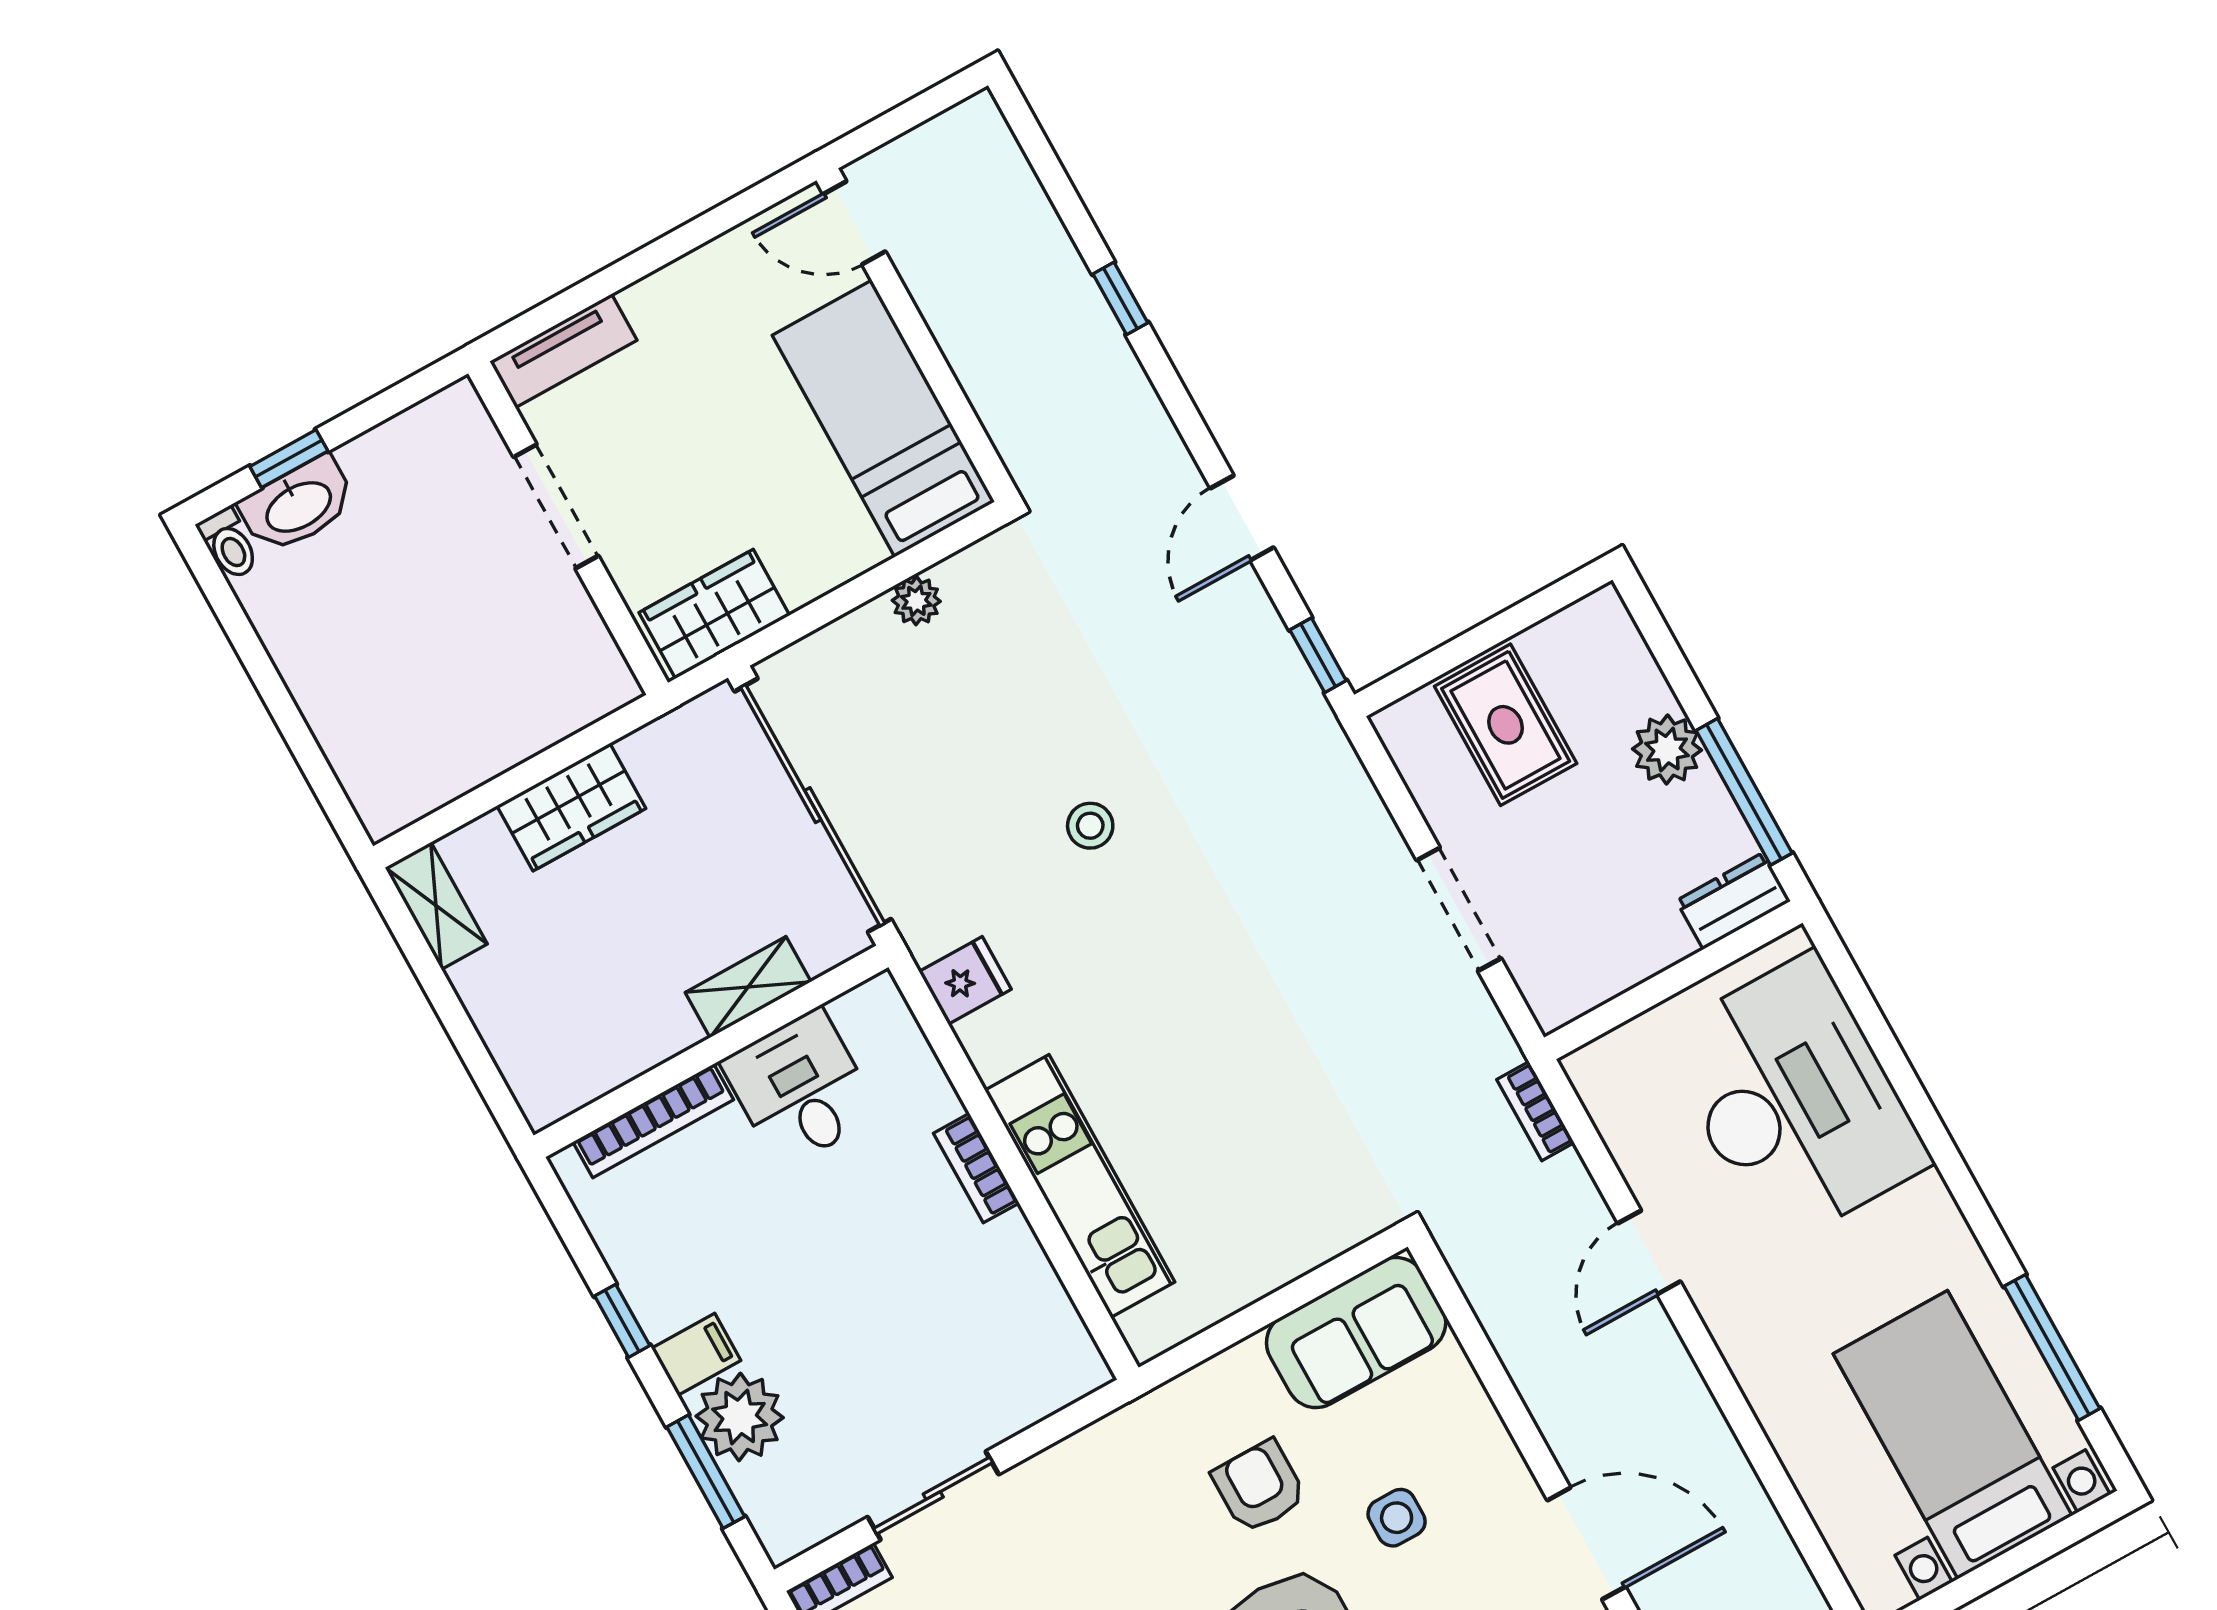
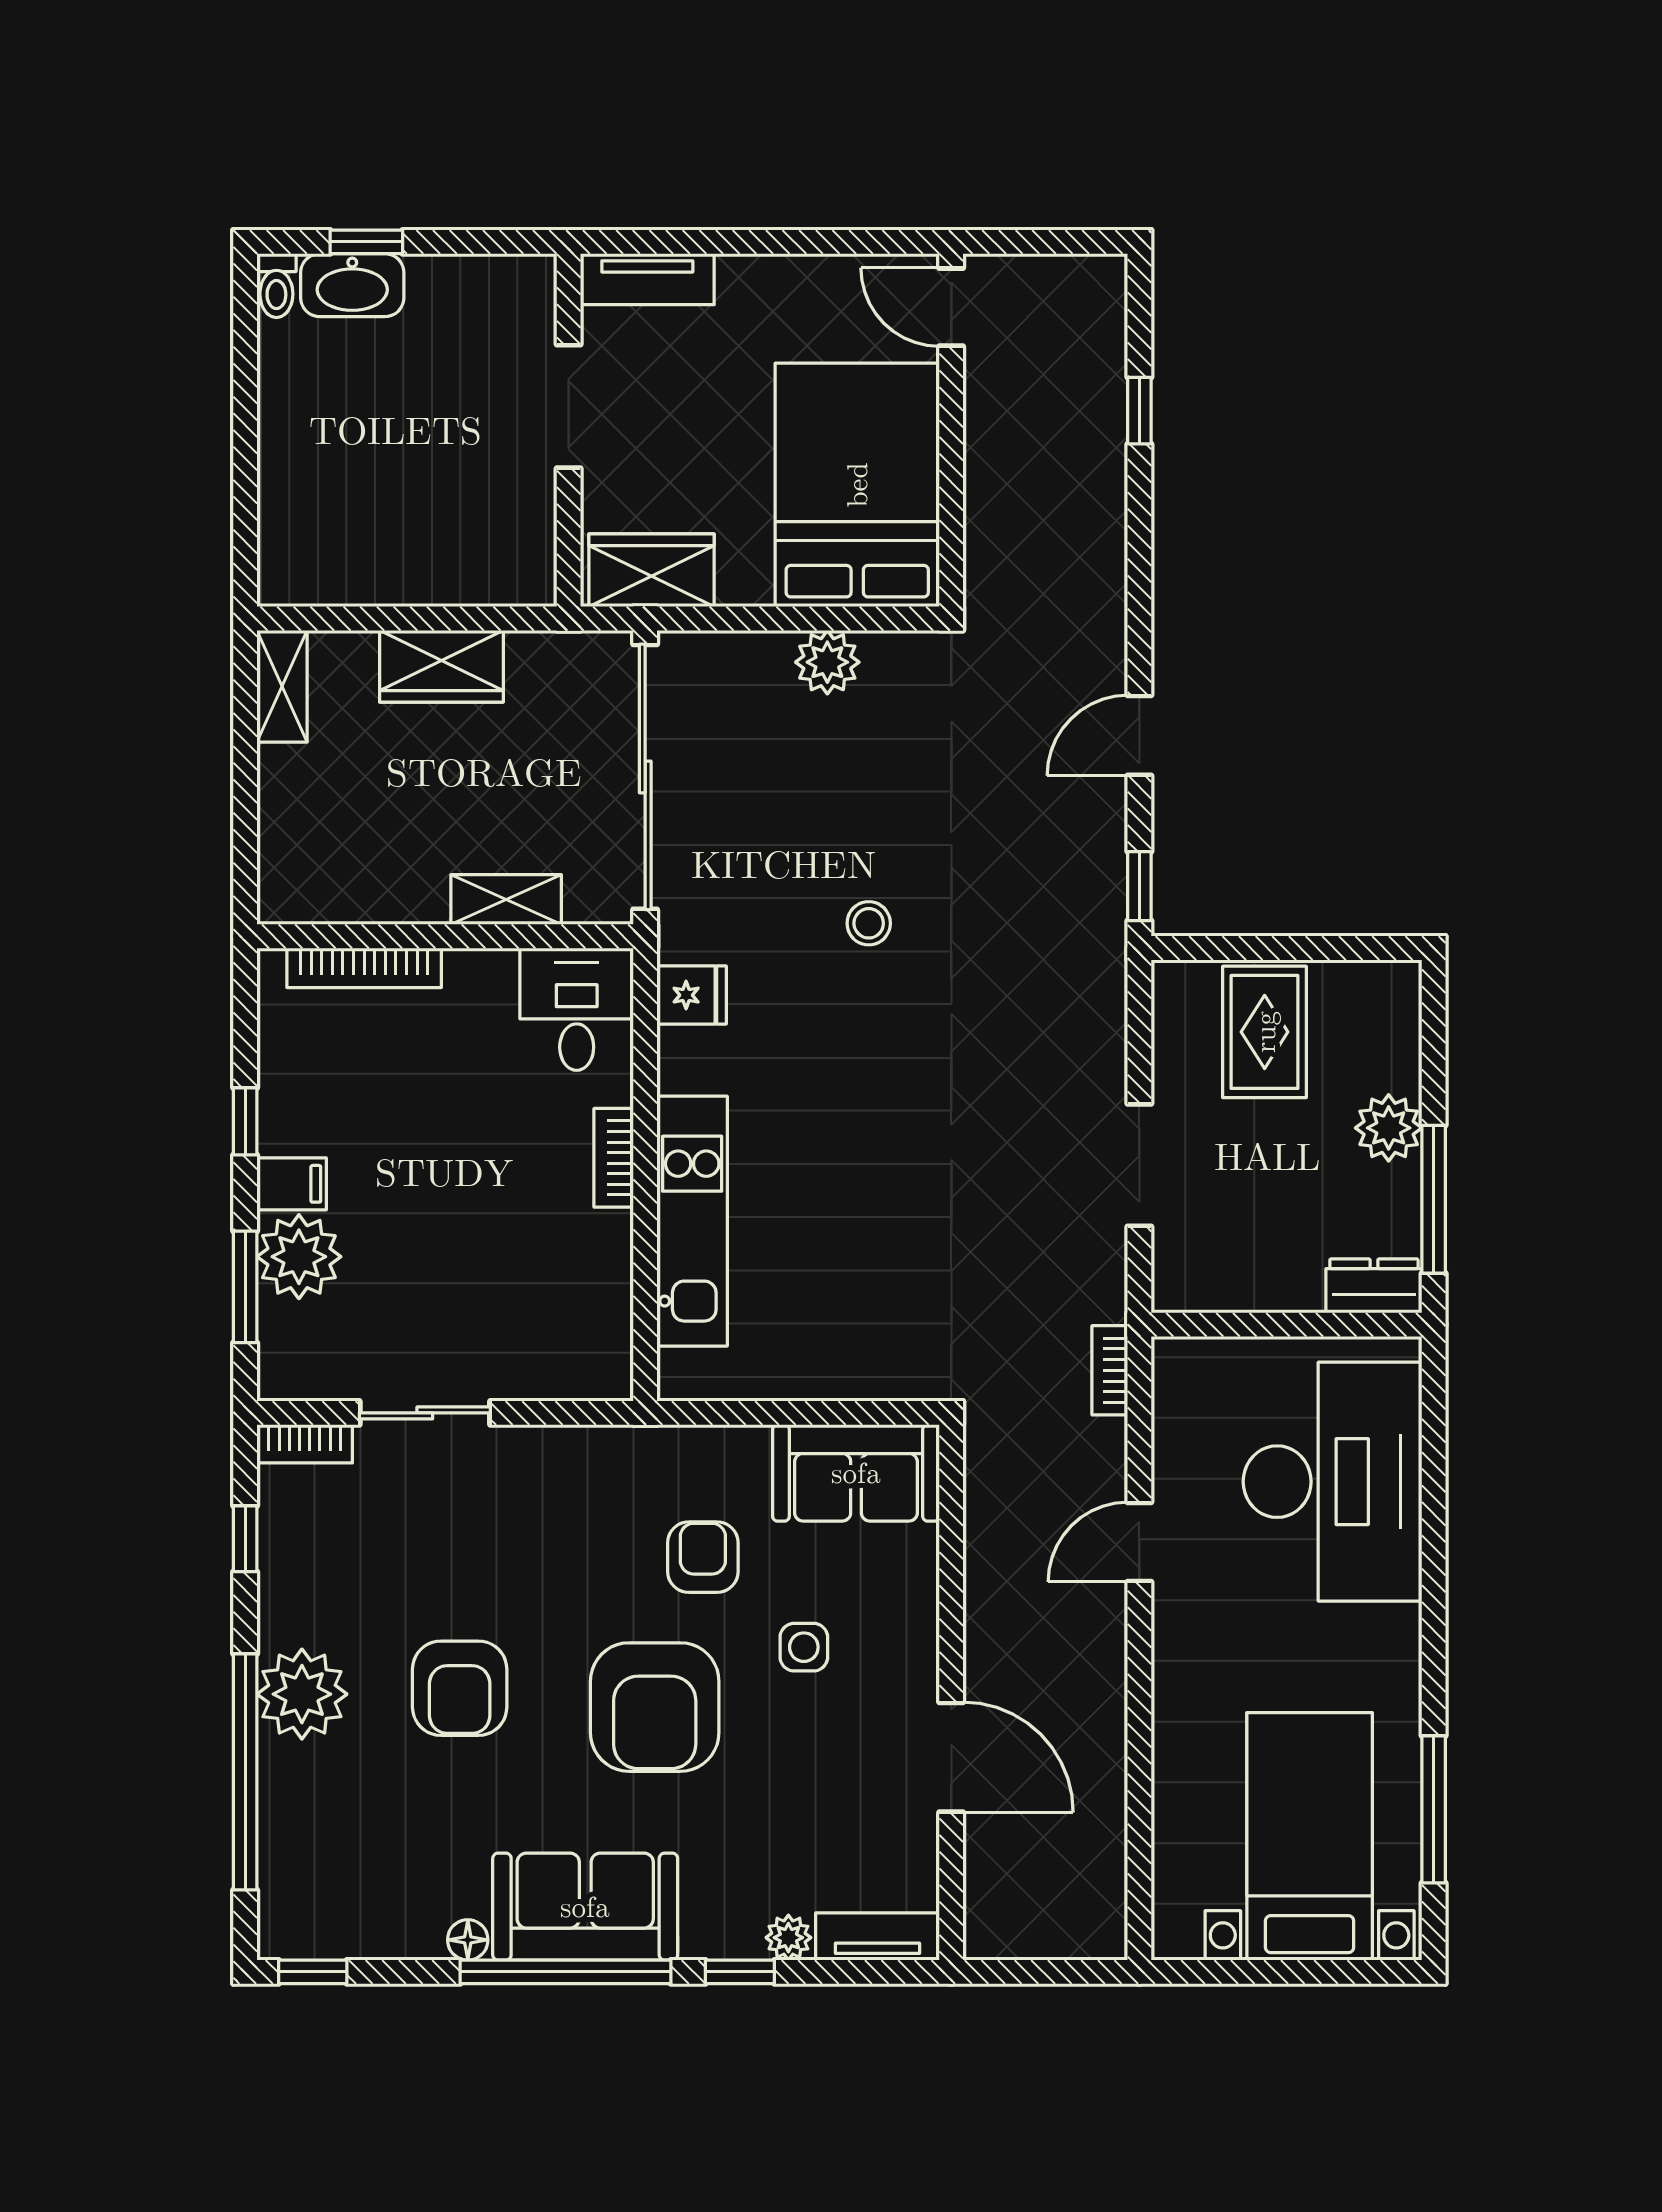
window: (1120, 298) -> (1139, 411), moved
bed: (883, 418) -> (857, 485), width x1.50
plant: (916, 601) -> (827, 662), width x1.38, depth x1.38
desk: (800, 1089) -> (577, 1009), moved

